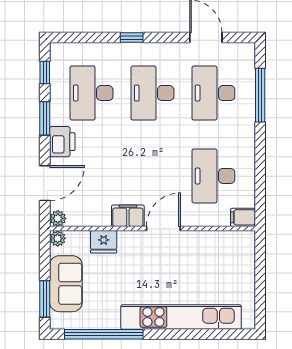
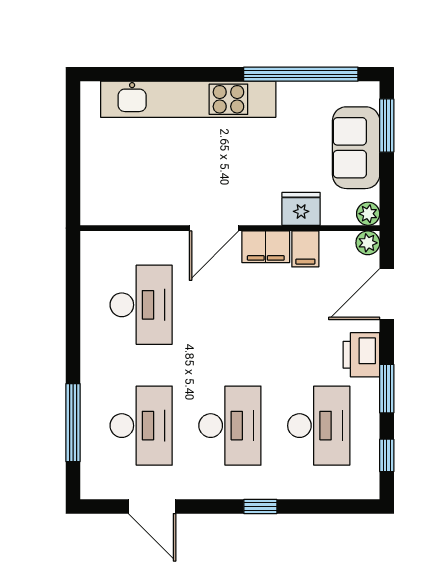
filing cabinet: (243, 217) -> (305, 249), moved, turned 90

